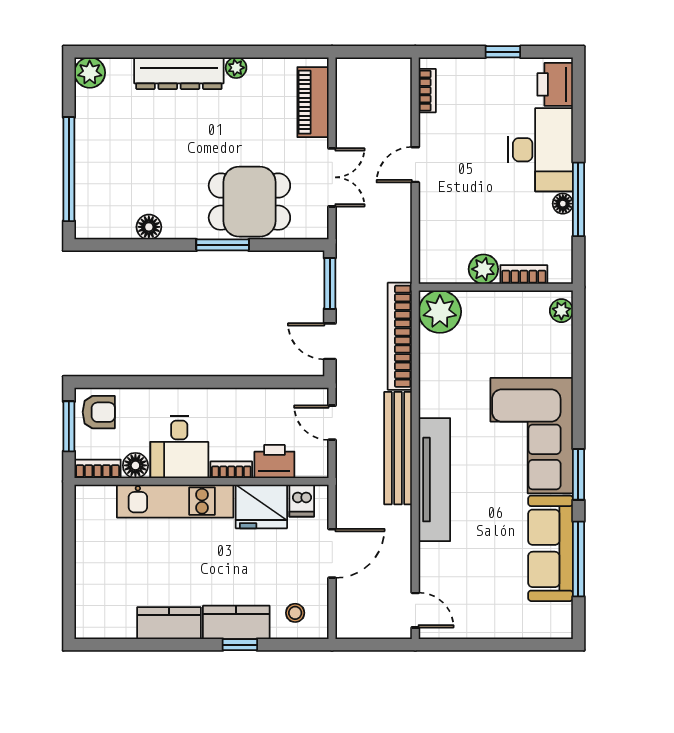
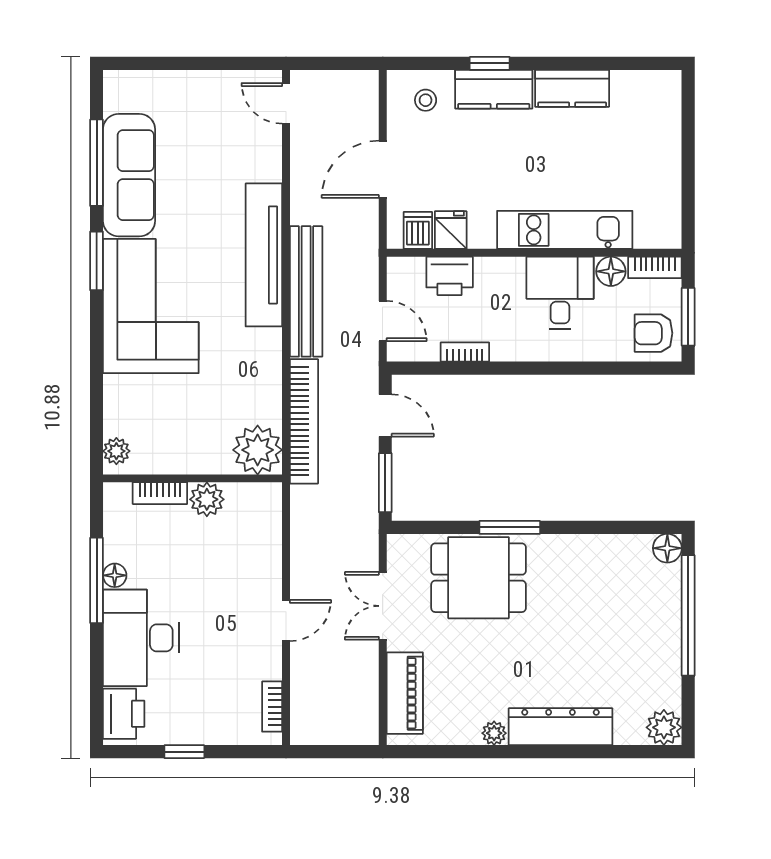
floor lamp: (149, 227) -> (667, 548), moved
bookcase: (231, 470) -> (465, 352), moved, turned 180
fridge: (261, 507) -> (451, 230), width x0.53, depth x0.75

